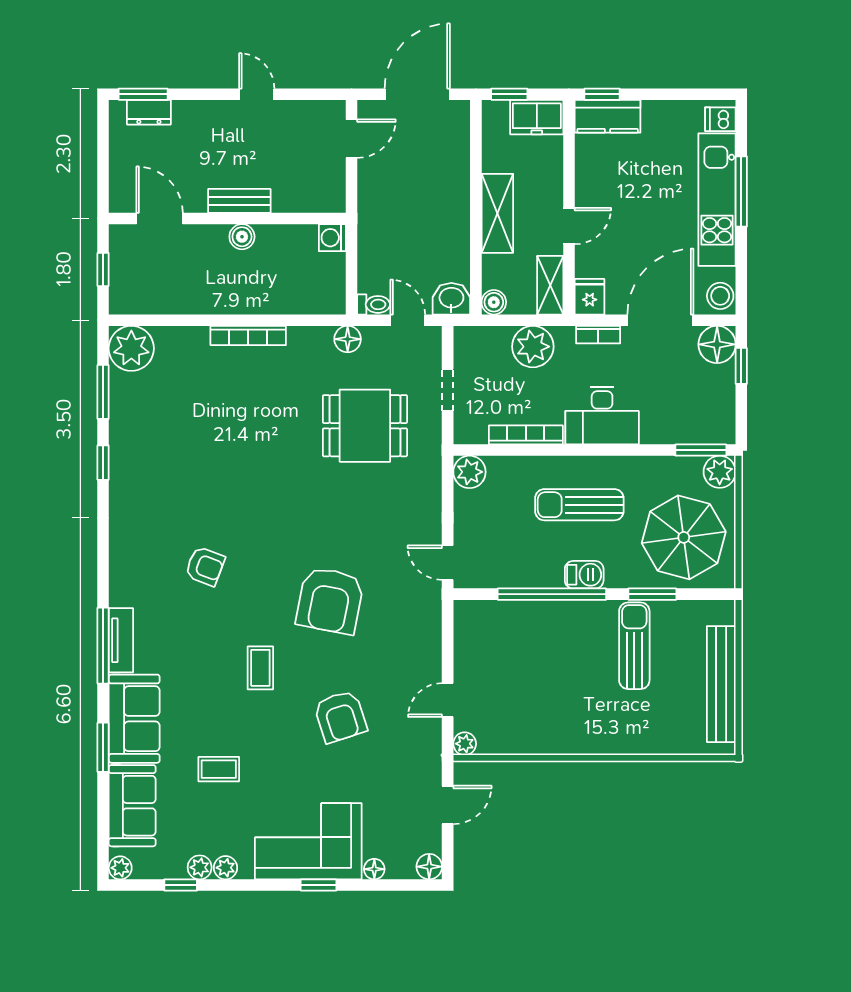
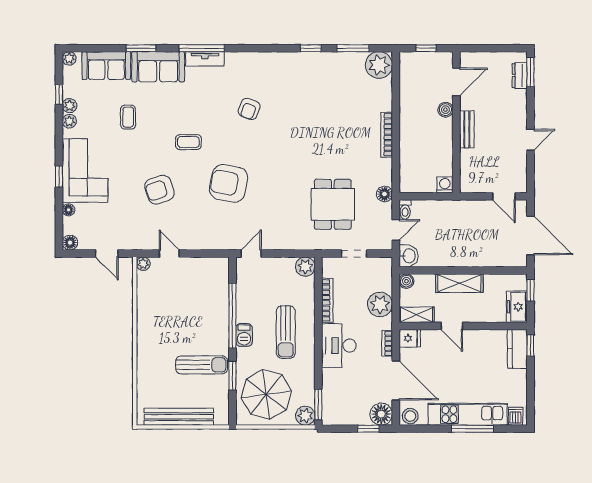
boiler: (242, 237) -> (445, 110), moved
sun lounger: (579, 505) -> (286, 332), turned 180

